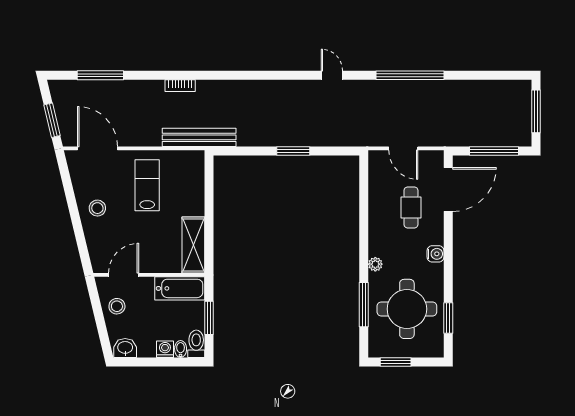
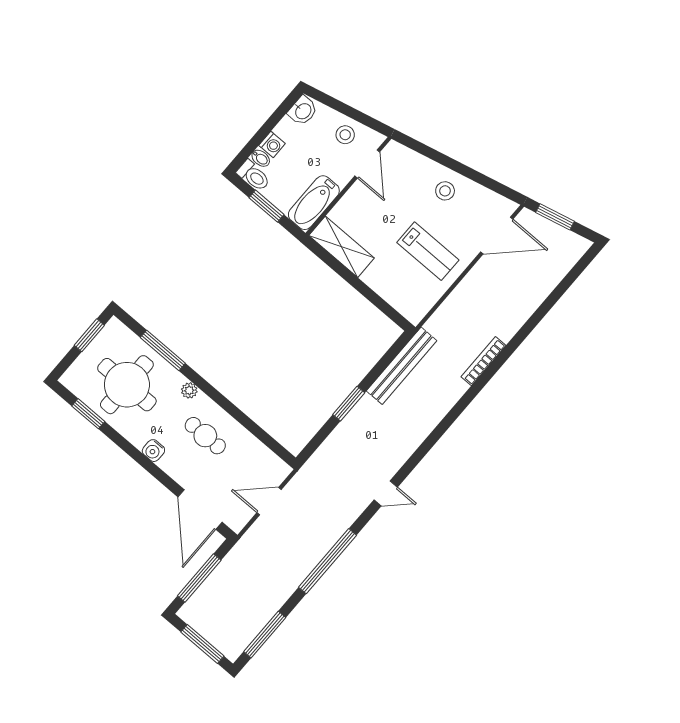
window: (100, 75) -> (265, 635), moved
bookcase: (180, 86) -> (483, 361), width x1.56
bench: (199, 137) -> (402, 366), moved
cafe table: (411, 207) -> (205, 436), moved

